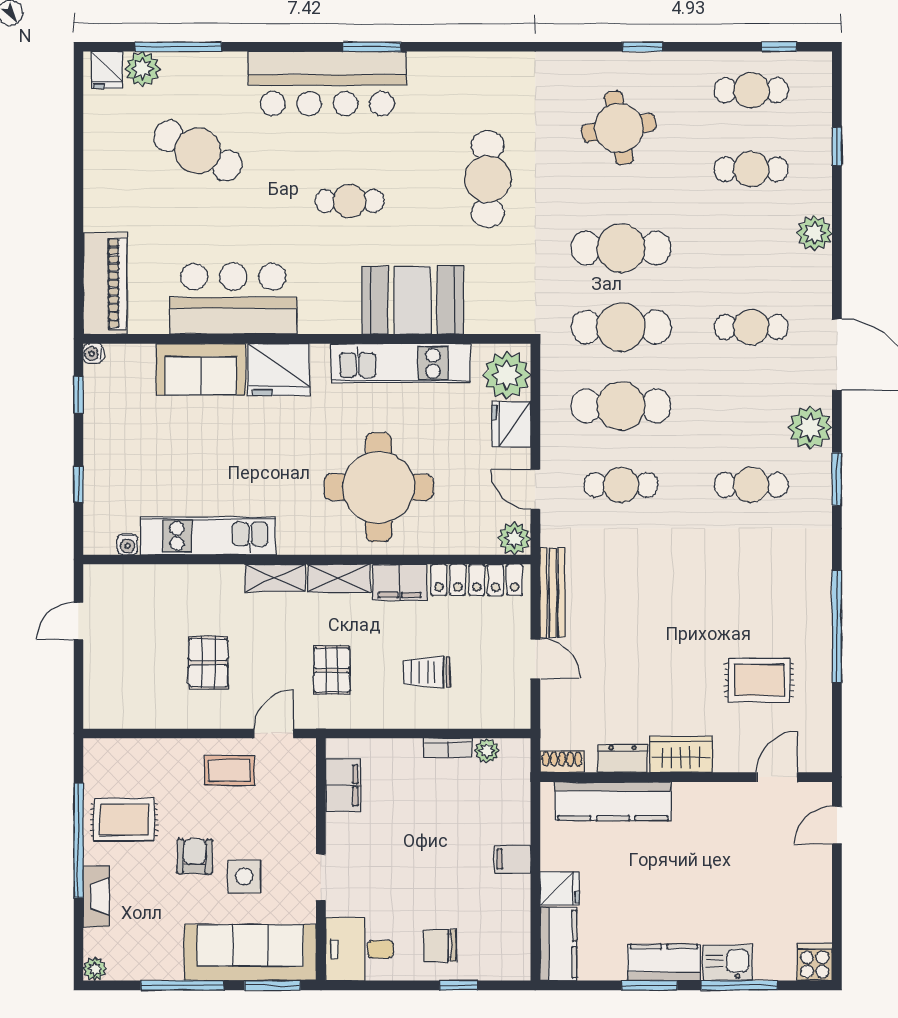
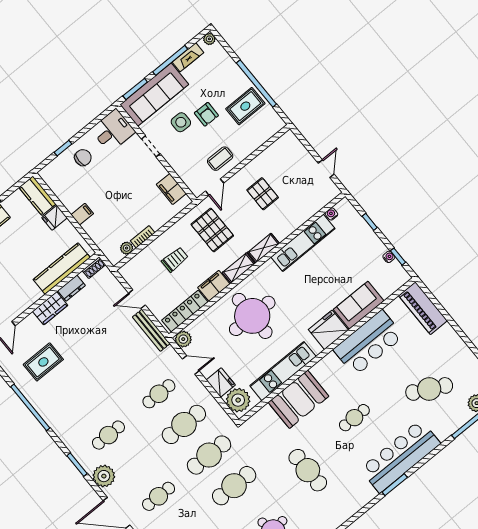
water cooler: (93, 354) -> (389, 257), moved
pallet: (332, 670) -> (212, 230), width x1.50, depth x1.42
fireplace: (96, 897) -> (188, 57), moved, turned -90

